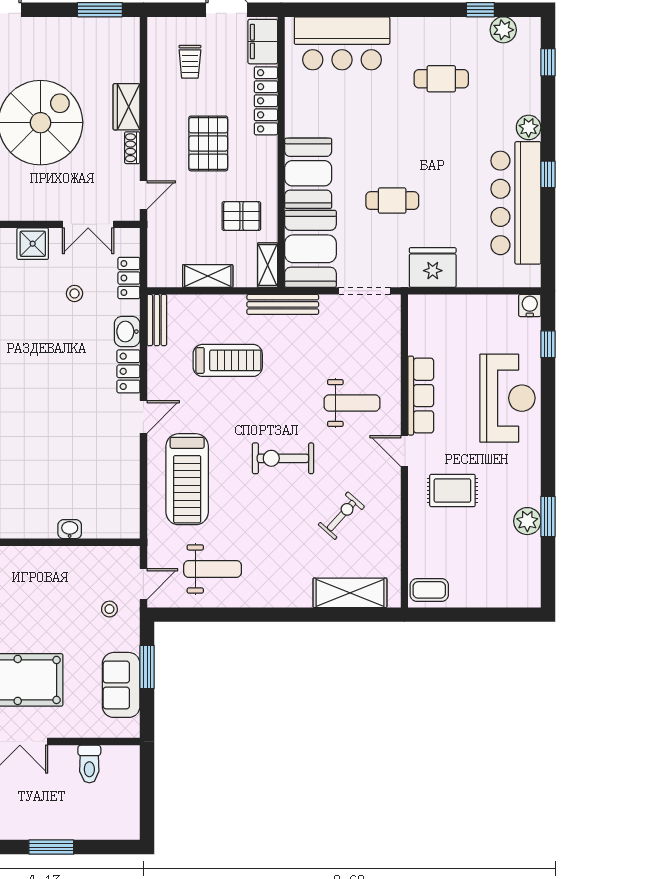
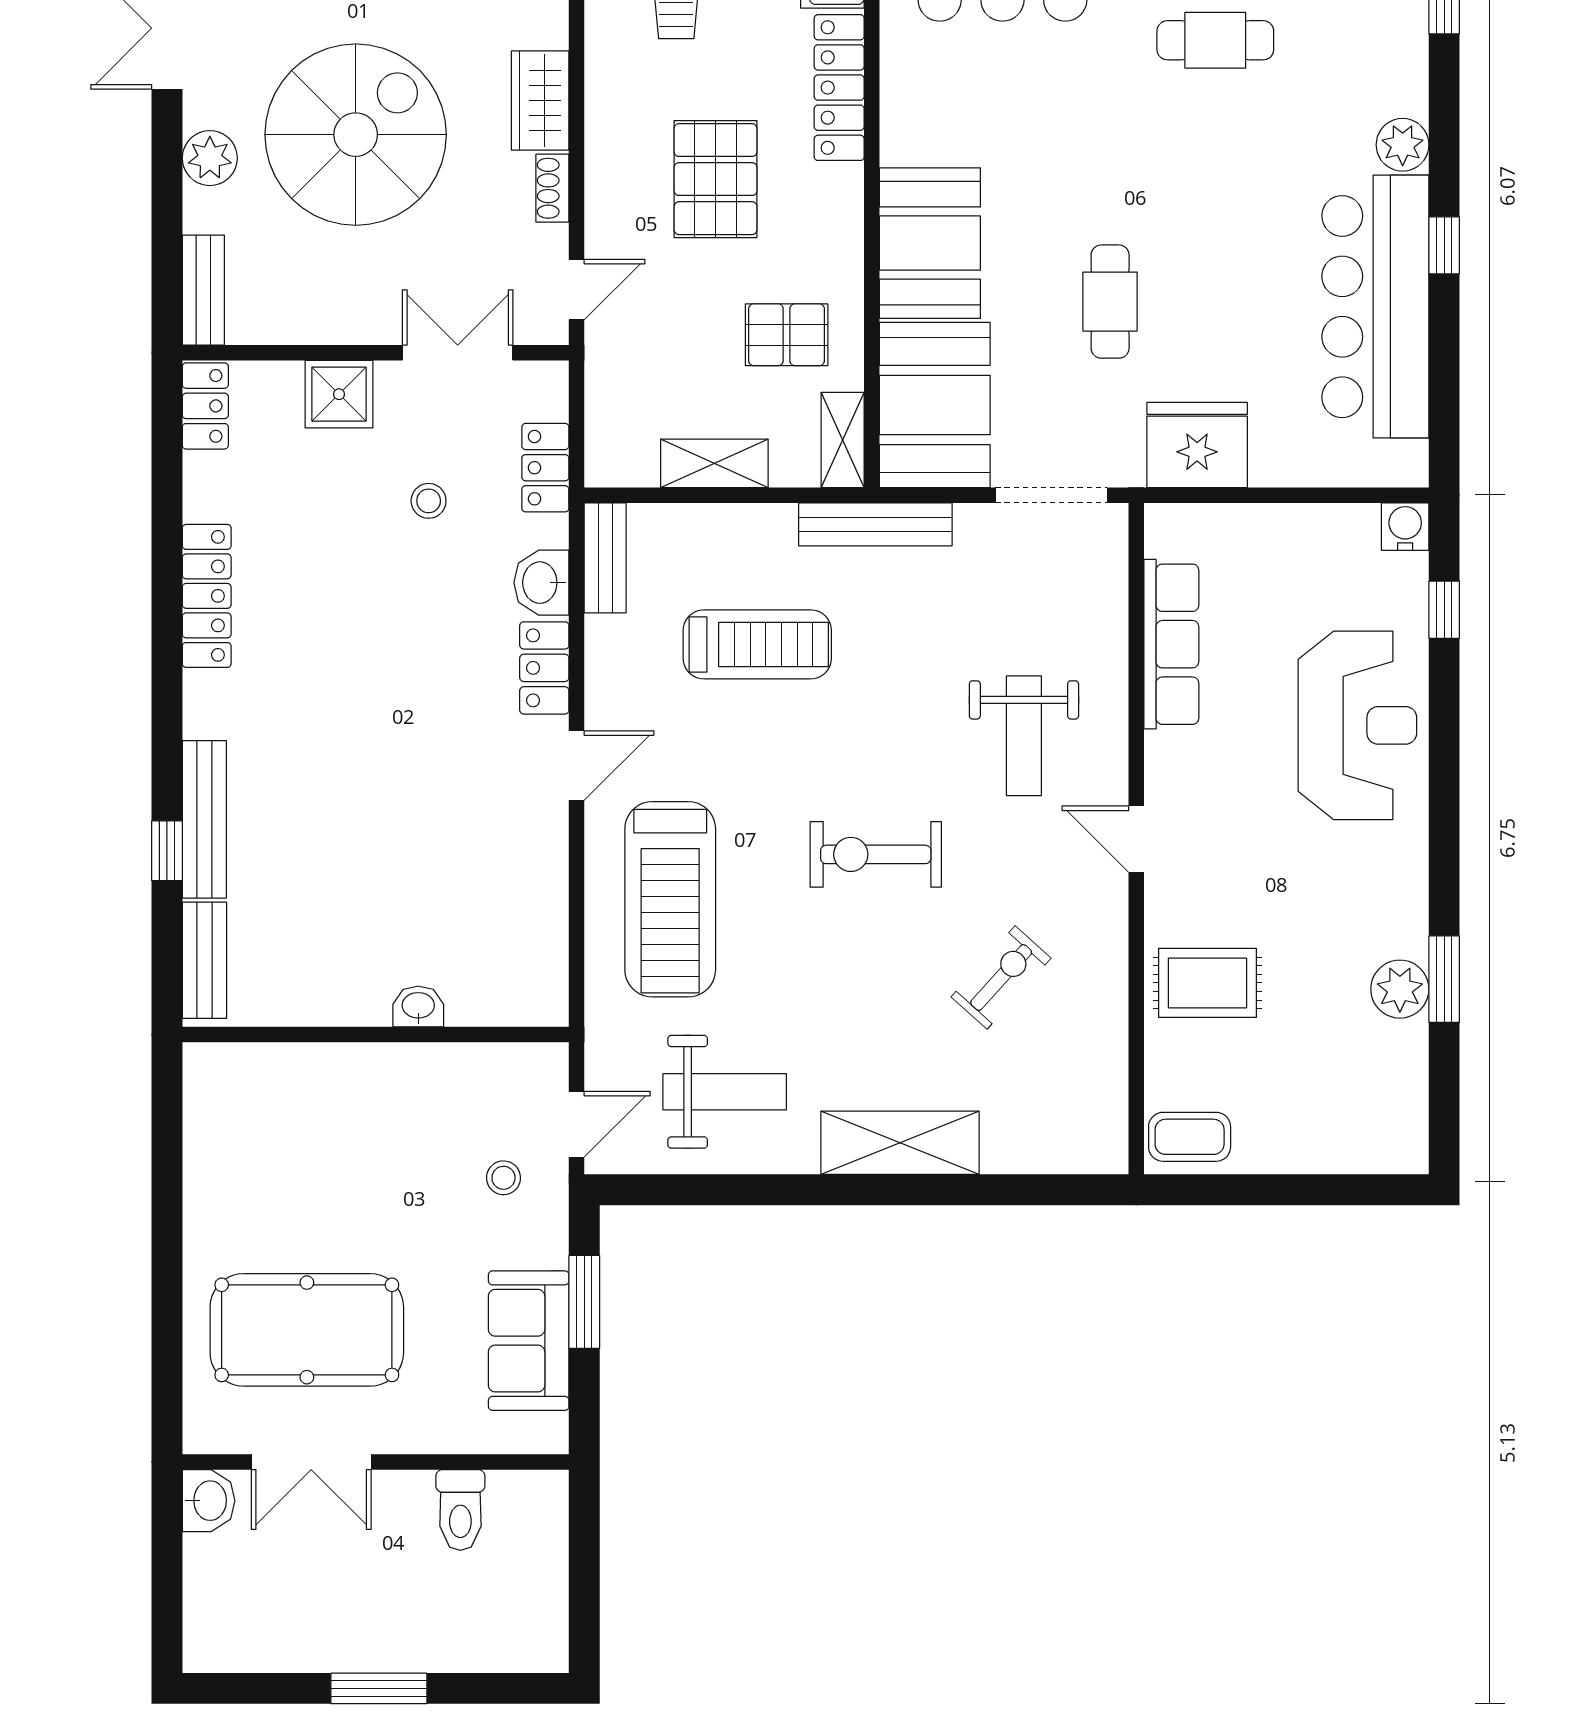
cafe table: (392, 201) -> (1110, 302), turned 90
double door: (88, 224) -> (458, 353), swing flipped
row of seats: (421, 396) -> (1171, 644), moved
weight bench: (352, 403) -> (1024, 736), turned 90
rug: (452, 490) -> (1208, 983), moved
shelving: (350, 593) -> (900, 1143), moved

